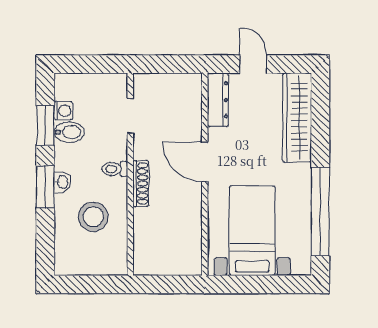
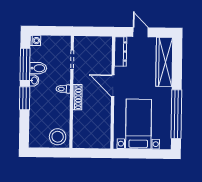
washing machine: (63, 111) -> (35, 41), moved
window: (45, 126) -> (25, 64), width x1.44
washbasin: (62, 182) -> (34, 80), moved
stool: (93, 217) -> (58, 137), moved

